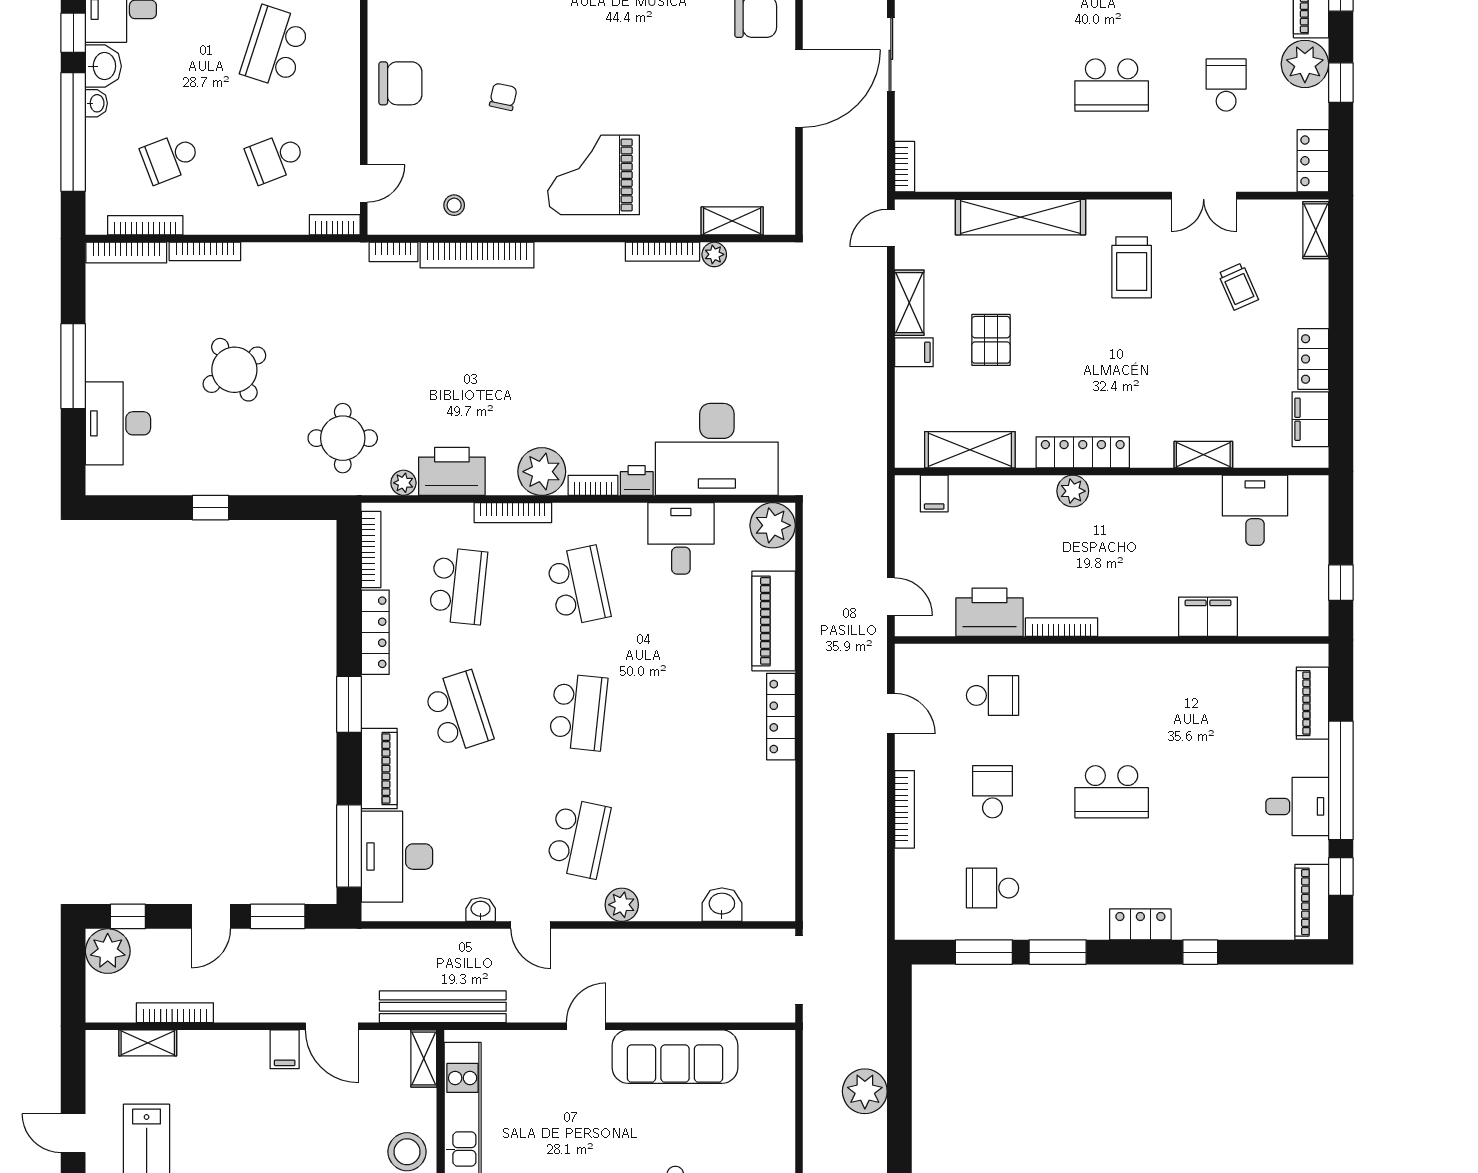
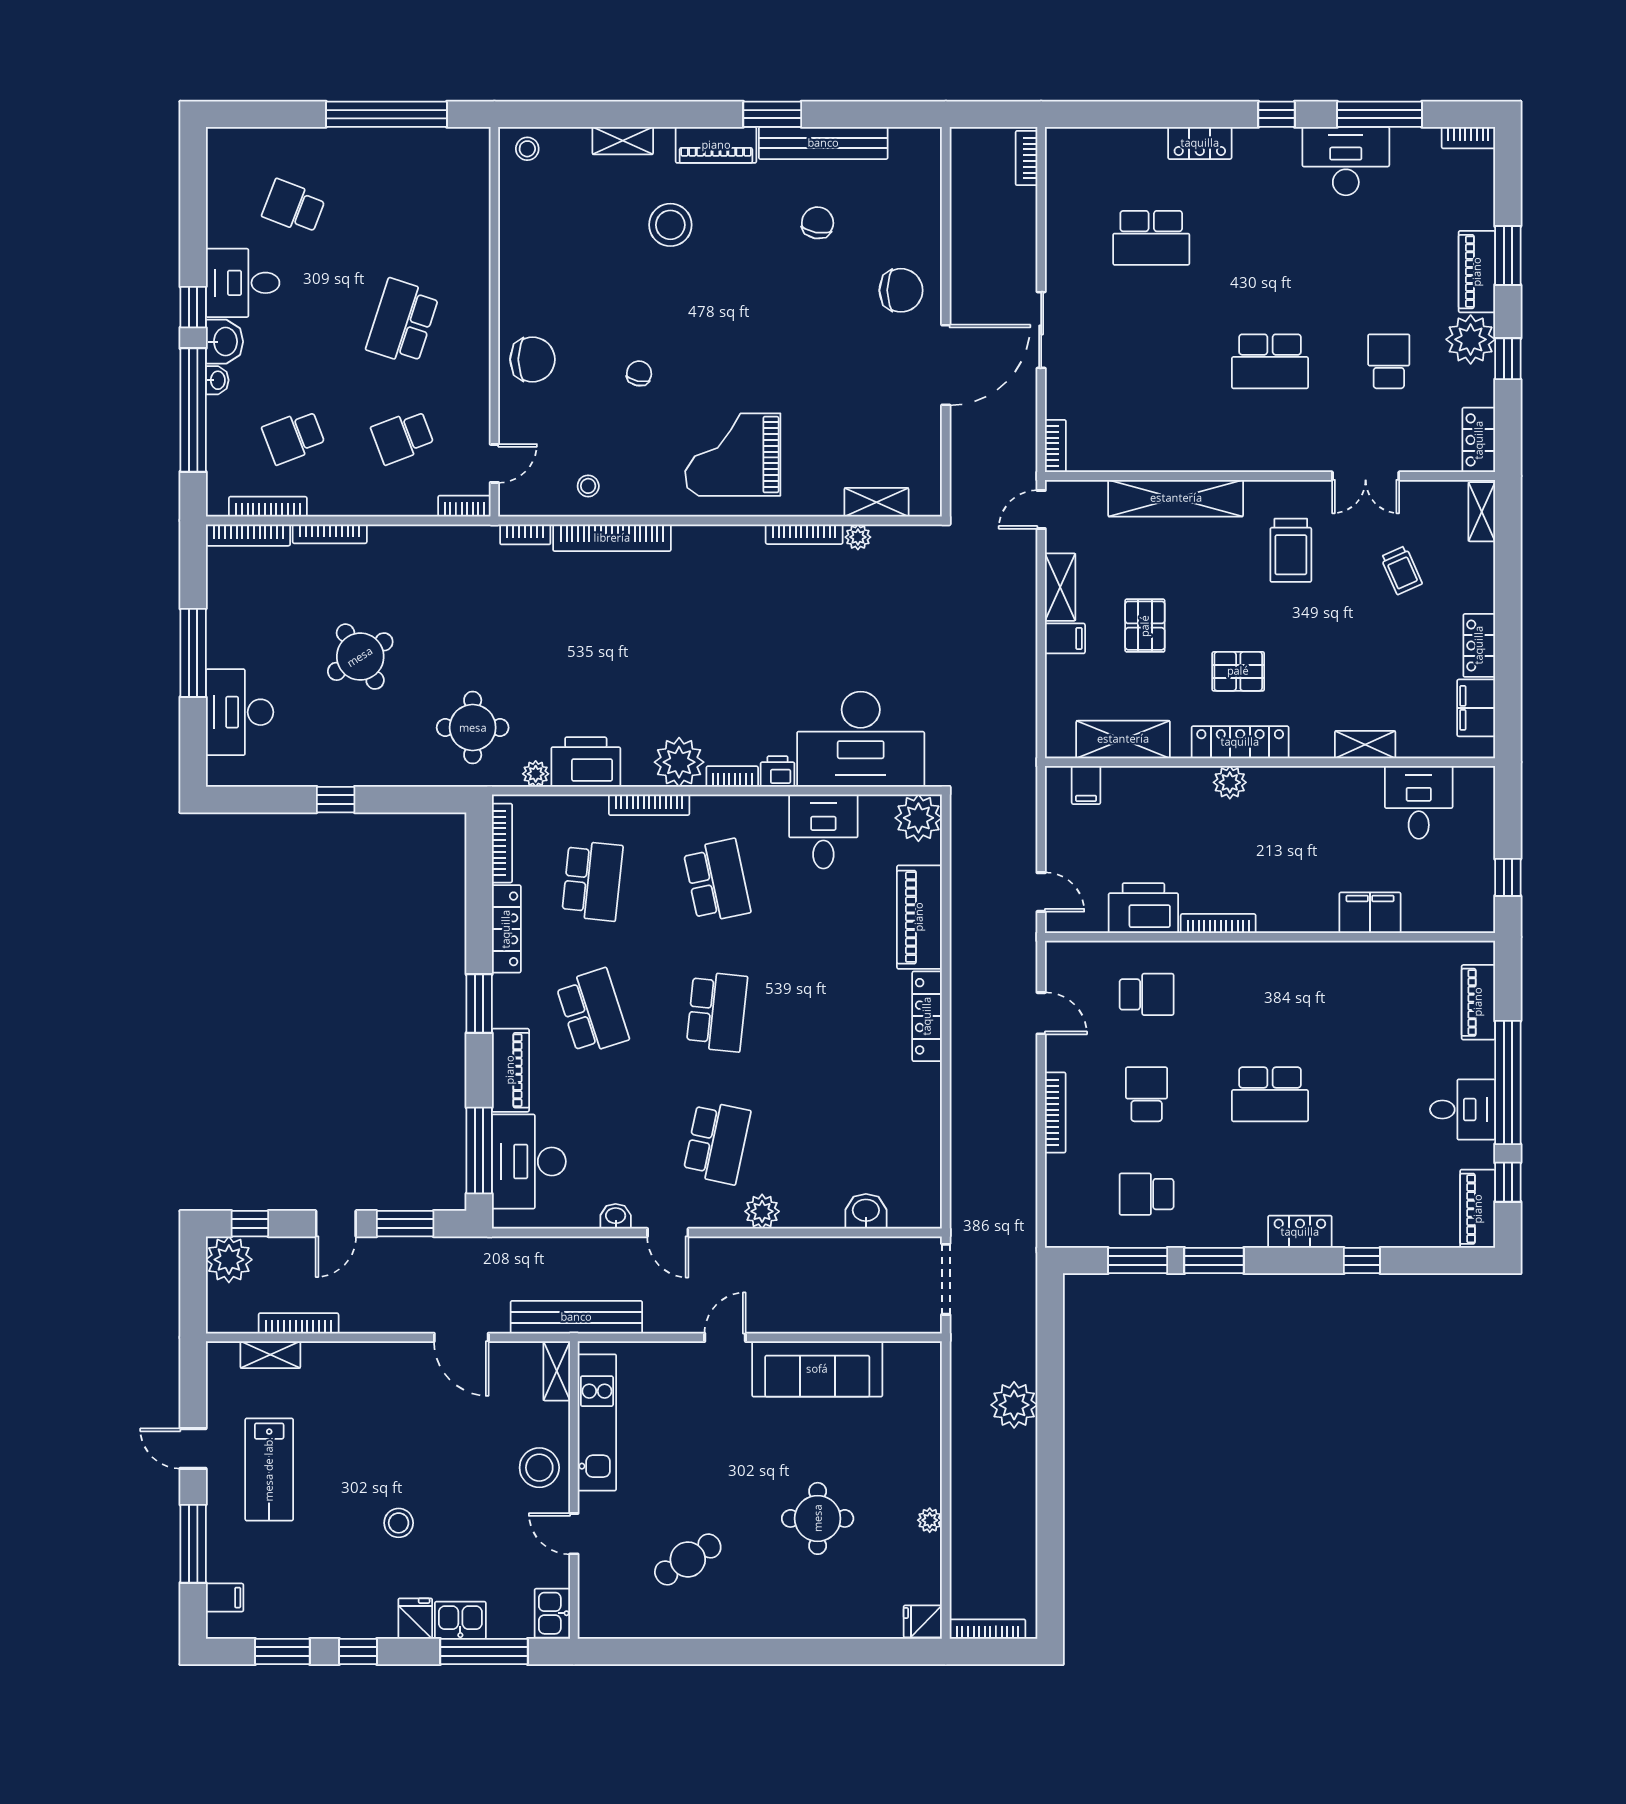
pallet: (1081, 384) -> (1238, 671), added
filing cabinet: (285, 1049) -> (412, 1361), removed

